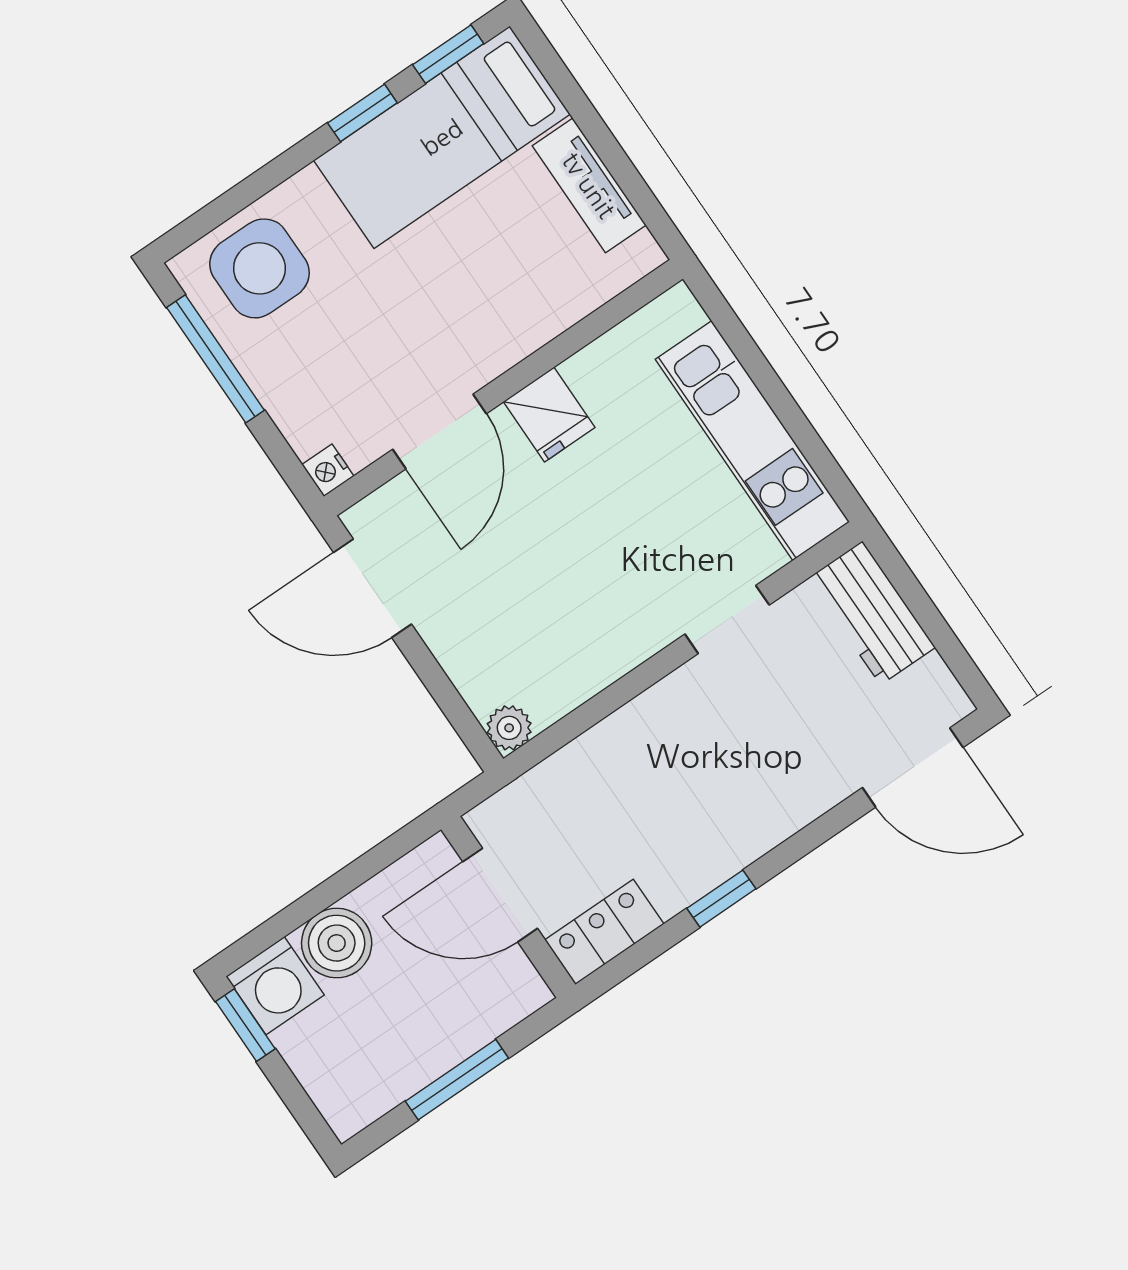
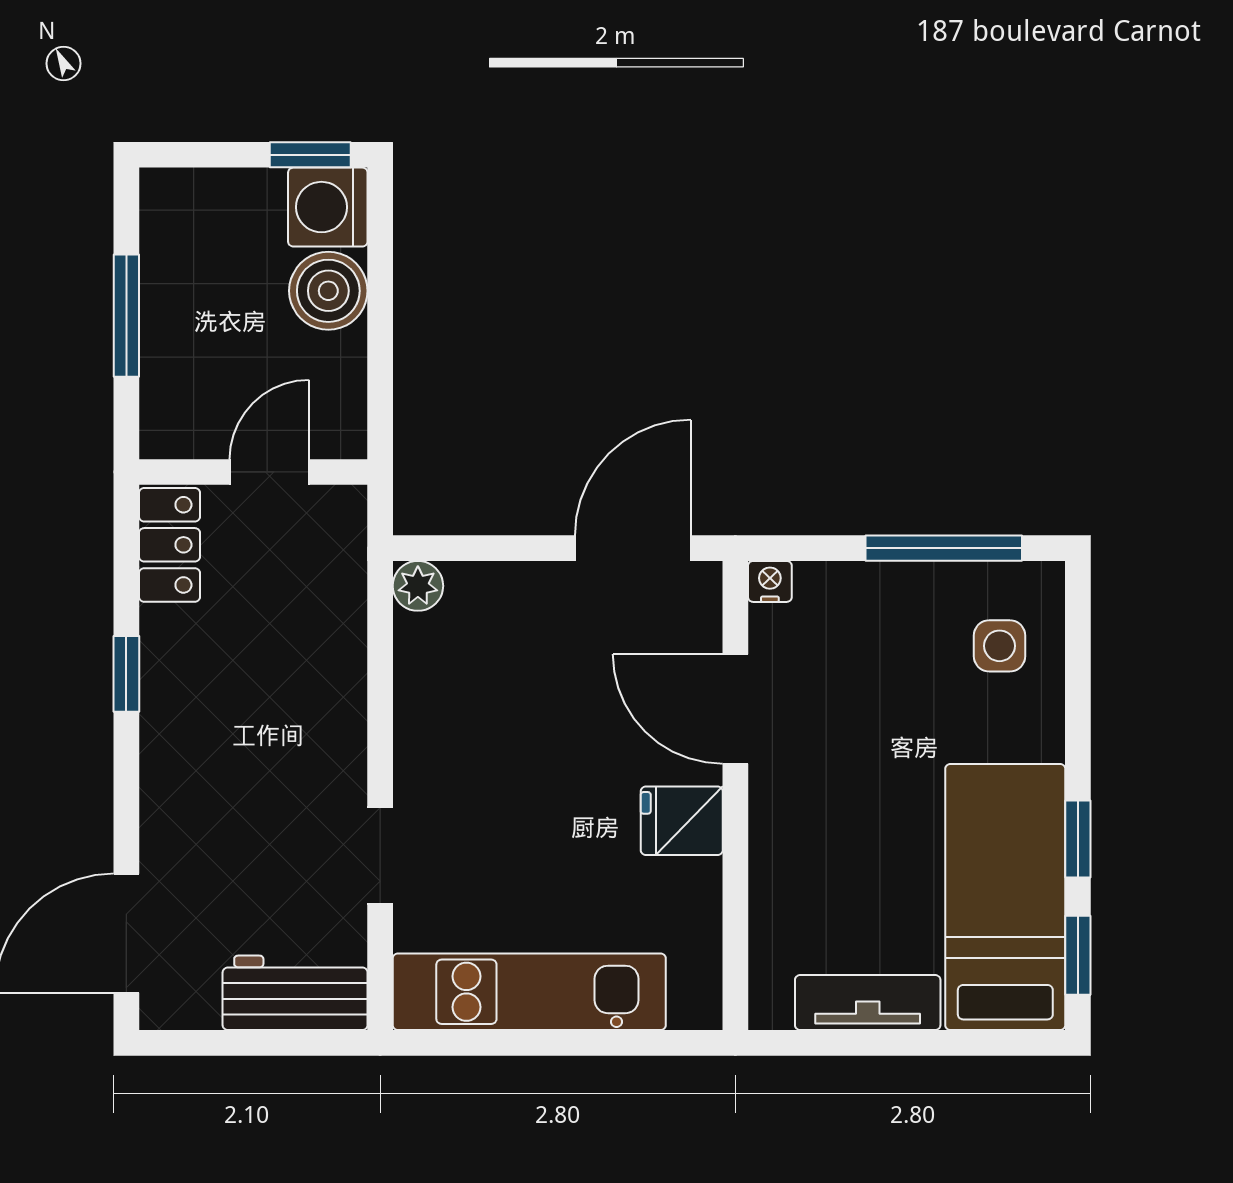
side table: (259, 268) -> (999, 646), width x0.54, depth x0.54
door: (500, 895) -> (269, 472), width x0.73

